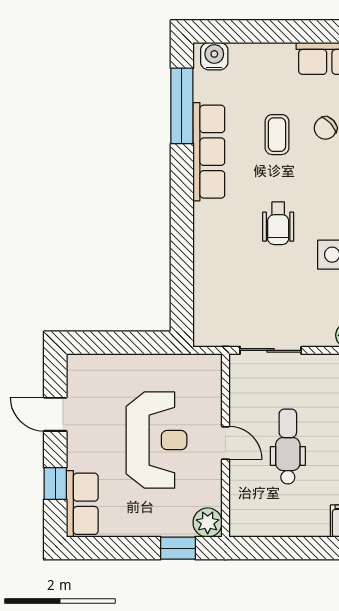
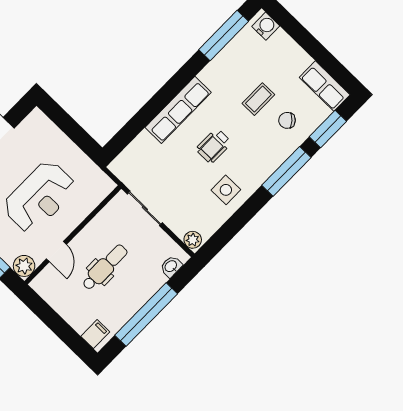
row of seats: (209, 152) -> (178, 110), moved
door: (225, 443) -> (56, 252), moved

